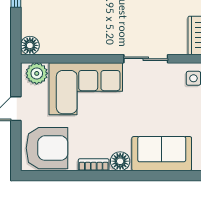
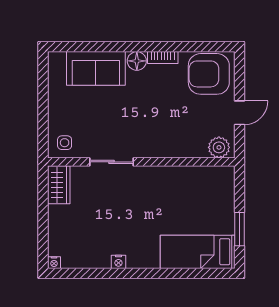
floor lamp: (30, 45) -> (226, 175), removed
corner sofa: (86, 89) -> (171, 132), removed

